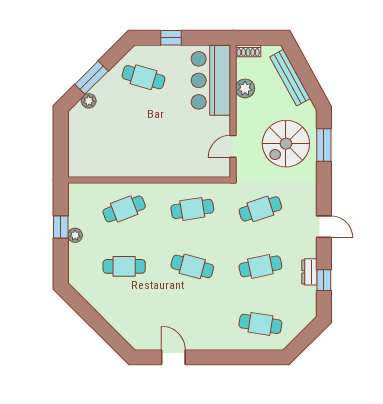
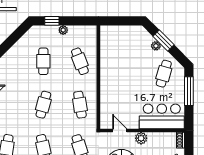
window: (171, 38) -> (189, 91), width x2.17
plant: (245, 88) -> (141, 138), moved
plant: (89, 101) -> (156, 46), moved
window: (61, 227) -> (52, 21), moved

